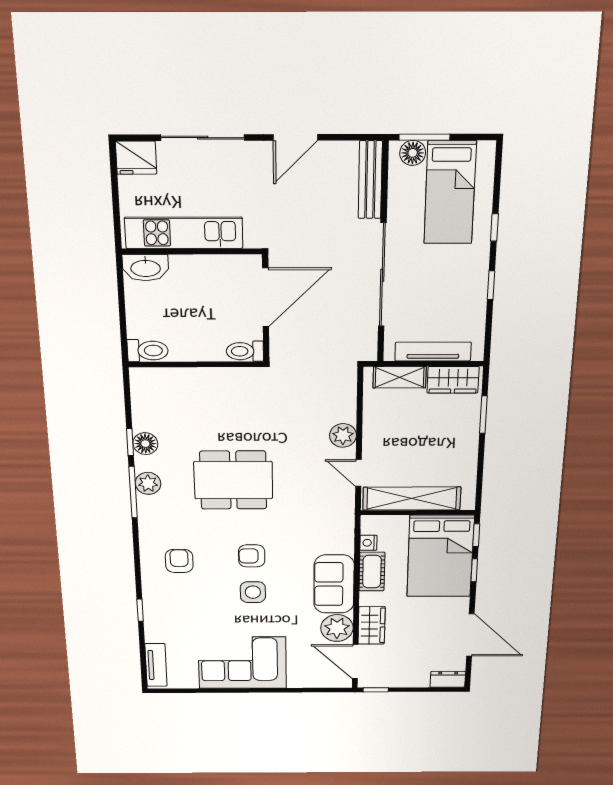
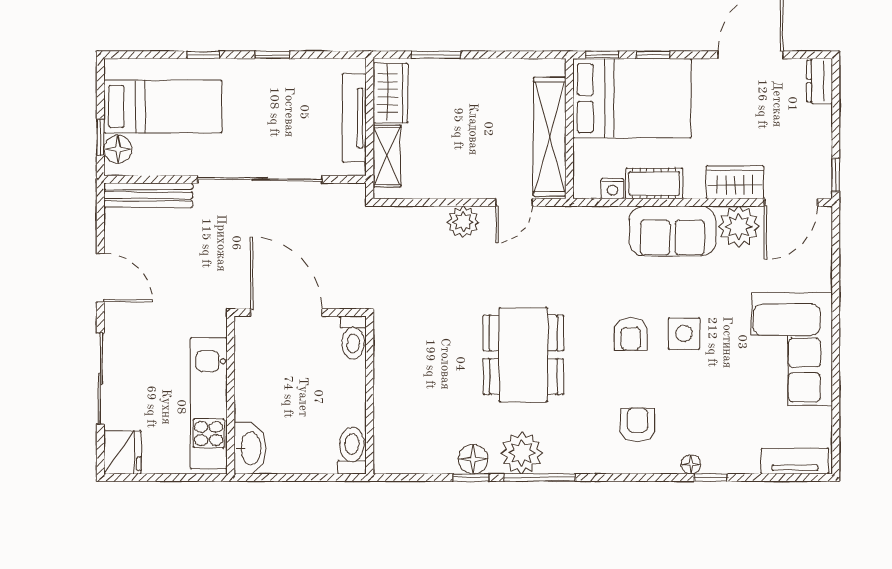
window: (424, 137) -> (100, 137), width x0.67
plant: (148, 483) -> (522, 453), width x1.36, depth x1.36
armchair: (179, 561) -> (638, 425), turned 90
floor lamp: (150, 597) -> (691, 464), added

